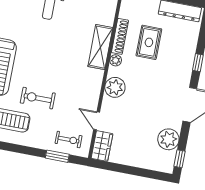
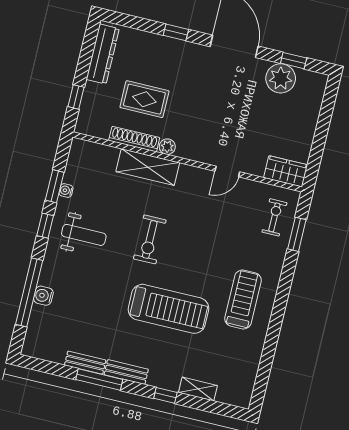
plant: (115, 87) -> (205, 149), removed
exercise bike: (38, 98) -> (150, 239), moved
door: (97, 121) -> (227, 172), moved
window: (180, 159) -> (294, 61), moved

